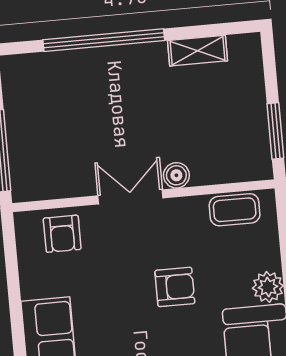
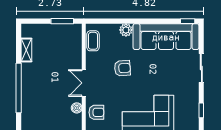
boiler: (176, 175) -> (77, 108), moved
armchair: (175, 287) -> (122, 68), turned 86

